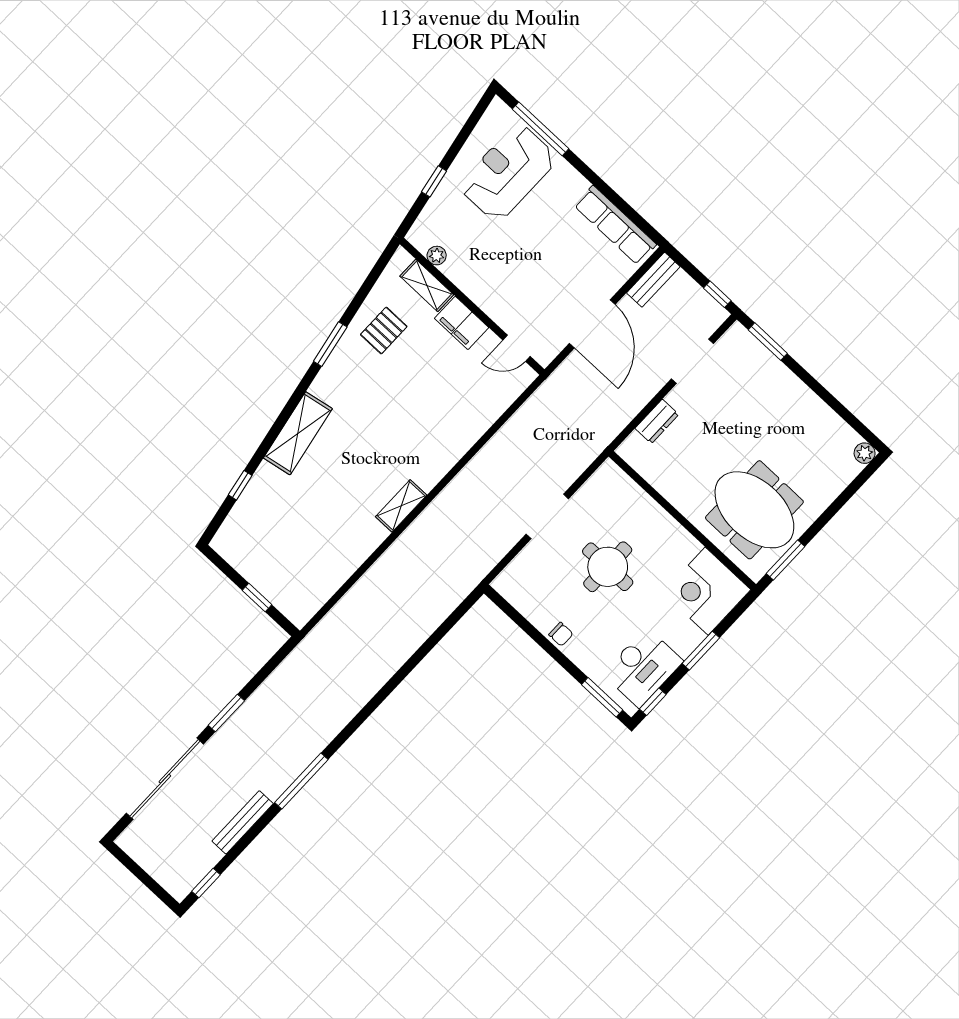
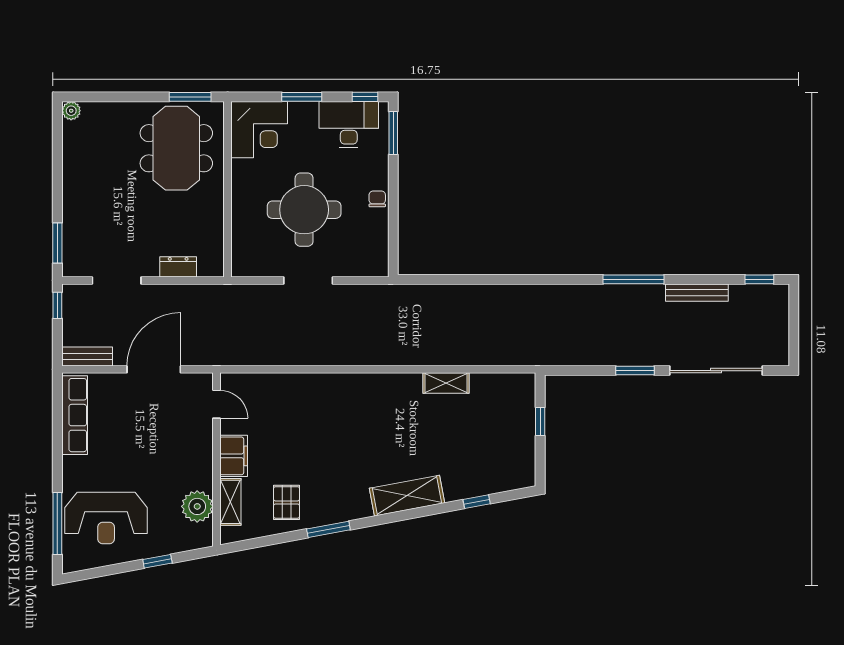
plant: (437, 256) -> (197, 506), width x1.88, depth x1.88
pallet: (384, 331) -> (287, 502), turned 90
shelving: (401, 506) -> (446, 383), moved
round table: (608, 567) -> (304, 210), width x1.36, depth x1.36

